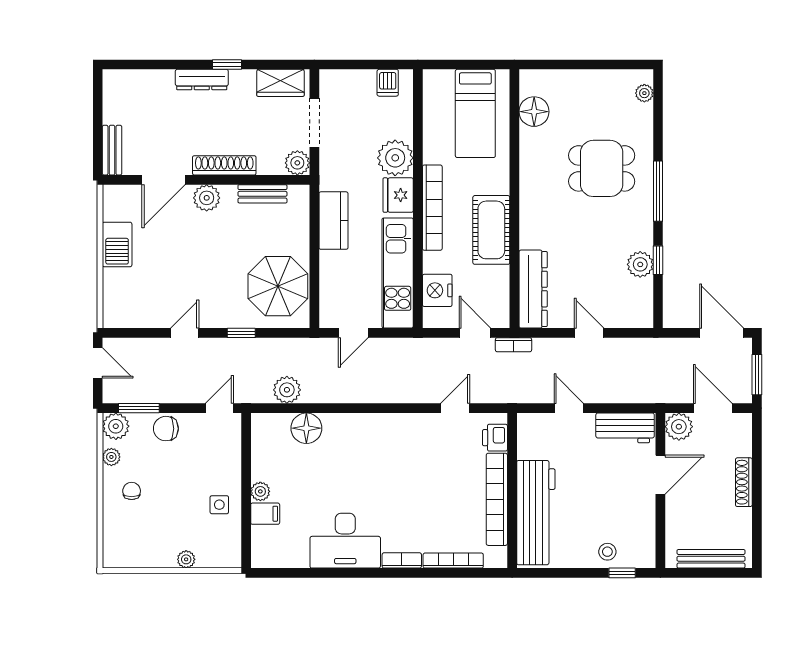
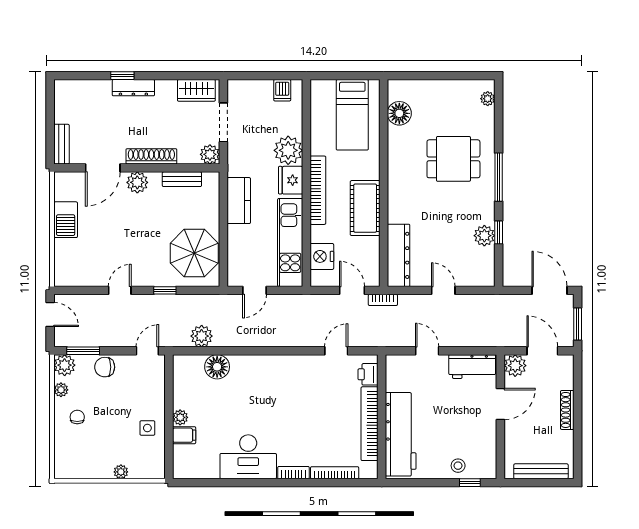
window: (227, 64) -> (122, 76), moved

